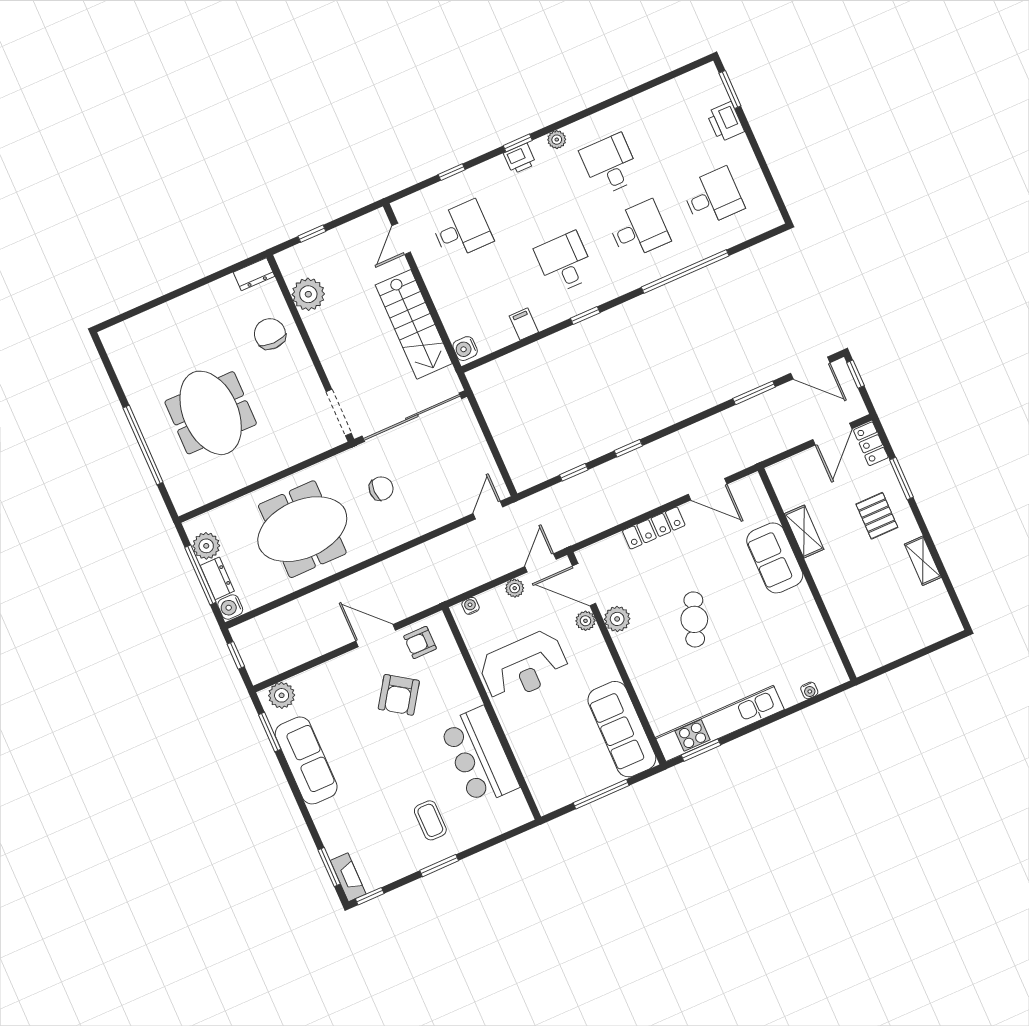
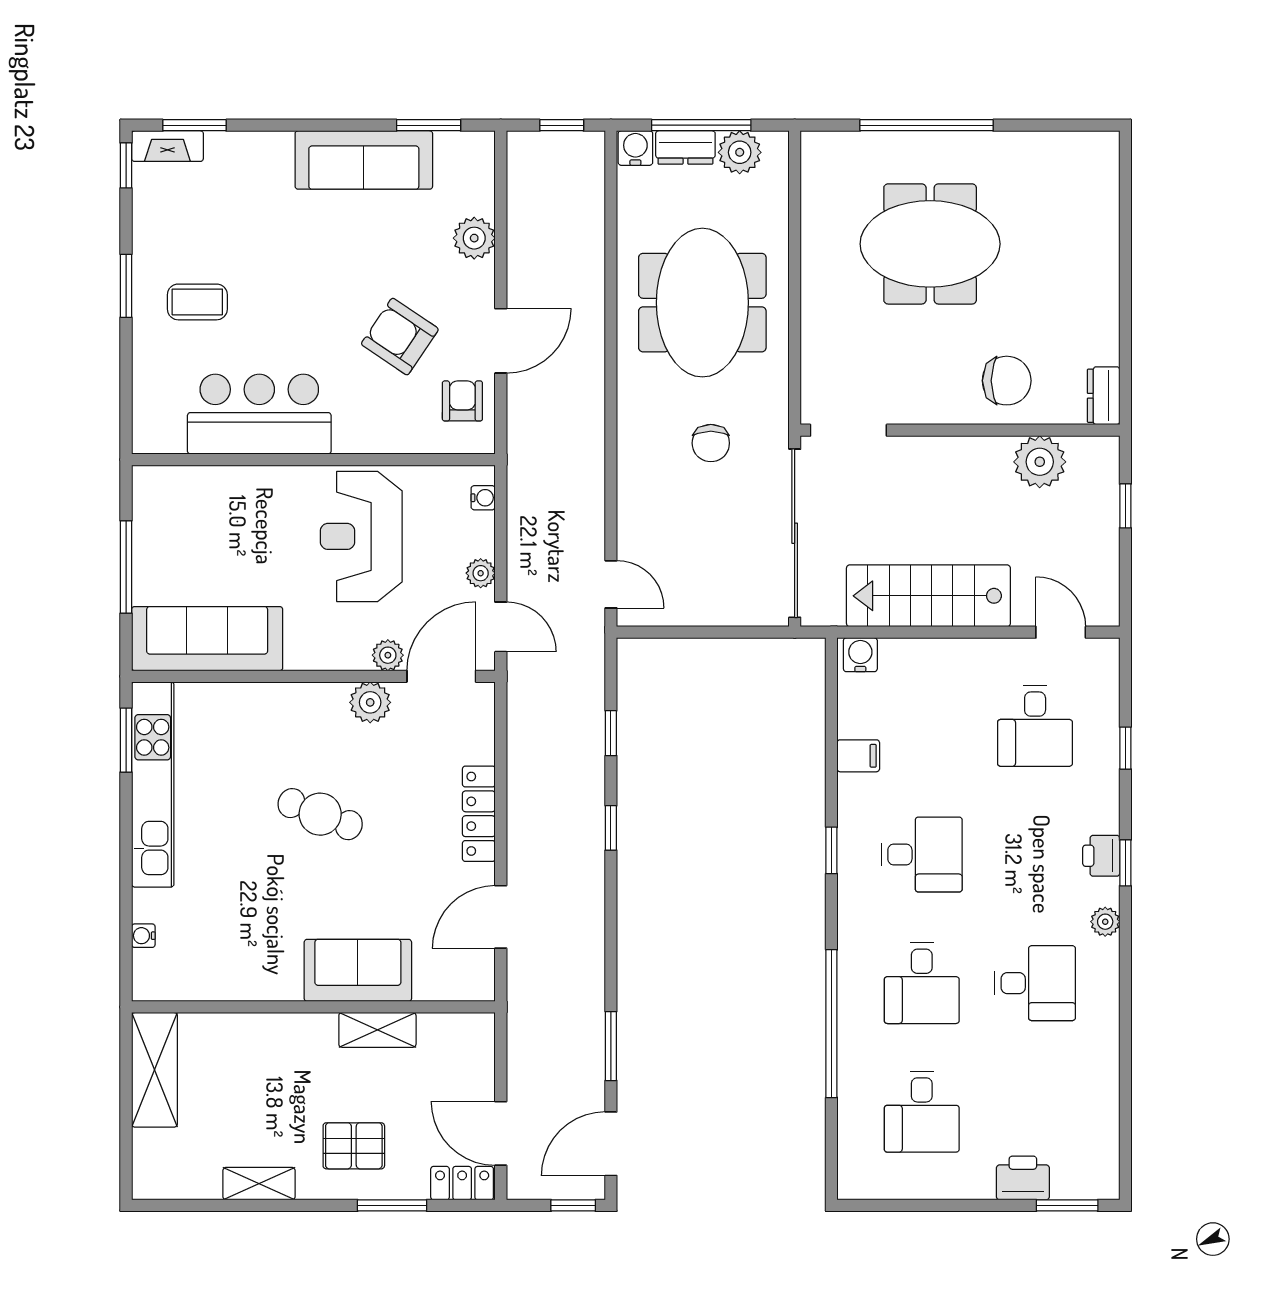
shelving: (884, 650) -> (154, 1070), added
plant: (282, 695) -> (474, 238), moved

